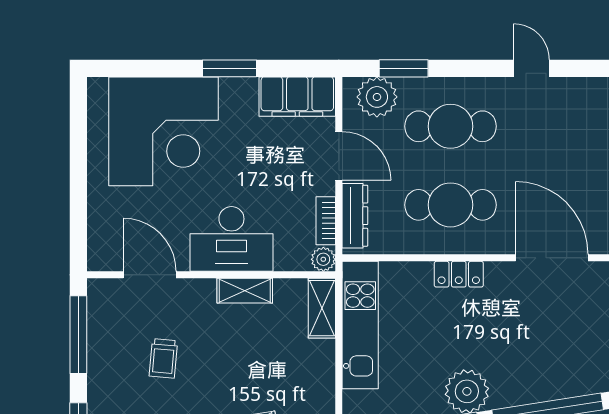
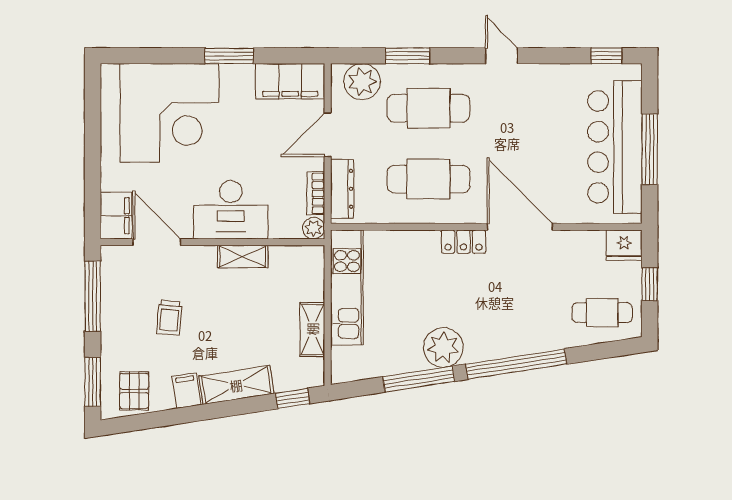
window: (404, 68) -> (408, 56), moved
door: (339, 156) -> (328, 135), swing flipped
filing cabinet: (104, 245) -> (116, 216), added
locker: (459, 274) -> (463, 242), moved
shelving: (322, 308) -> (312, 329), moved

